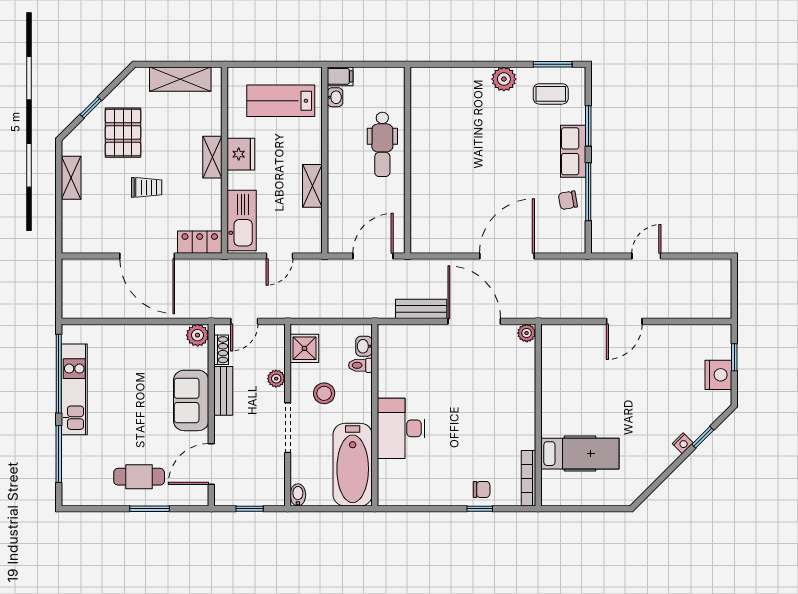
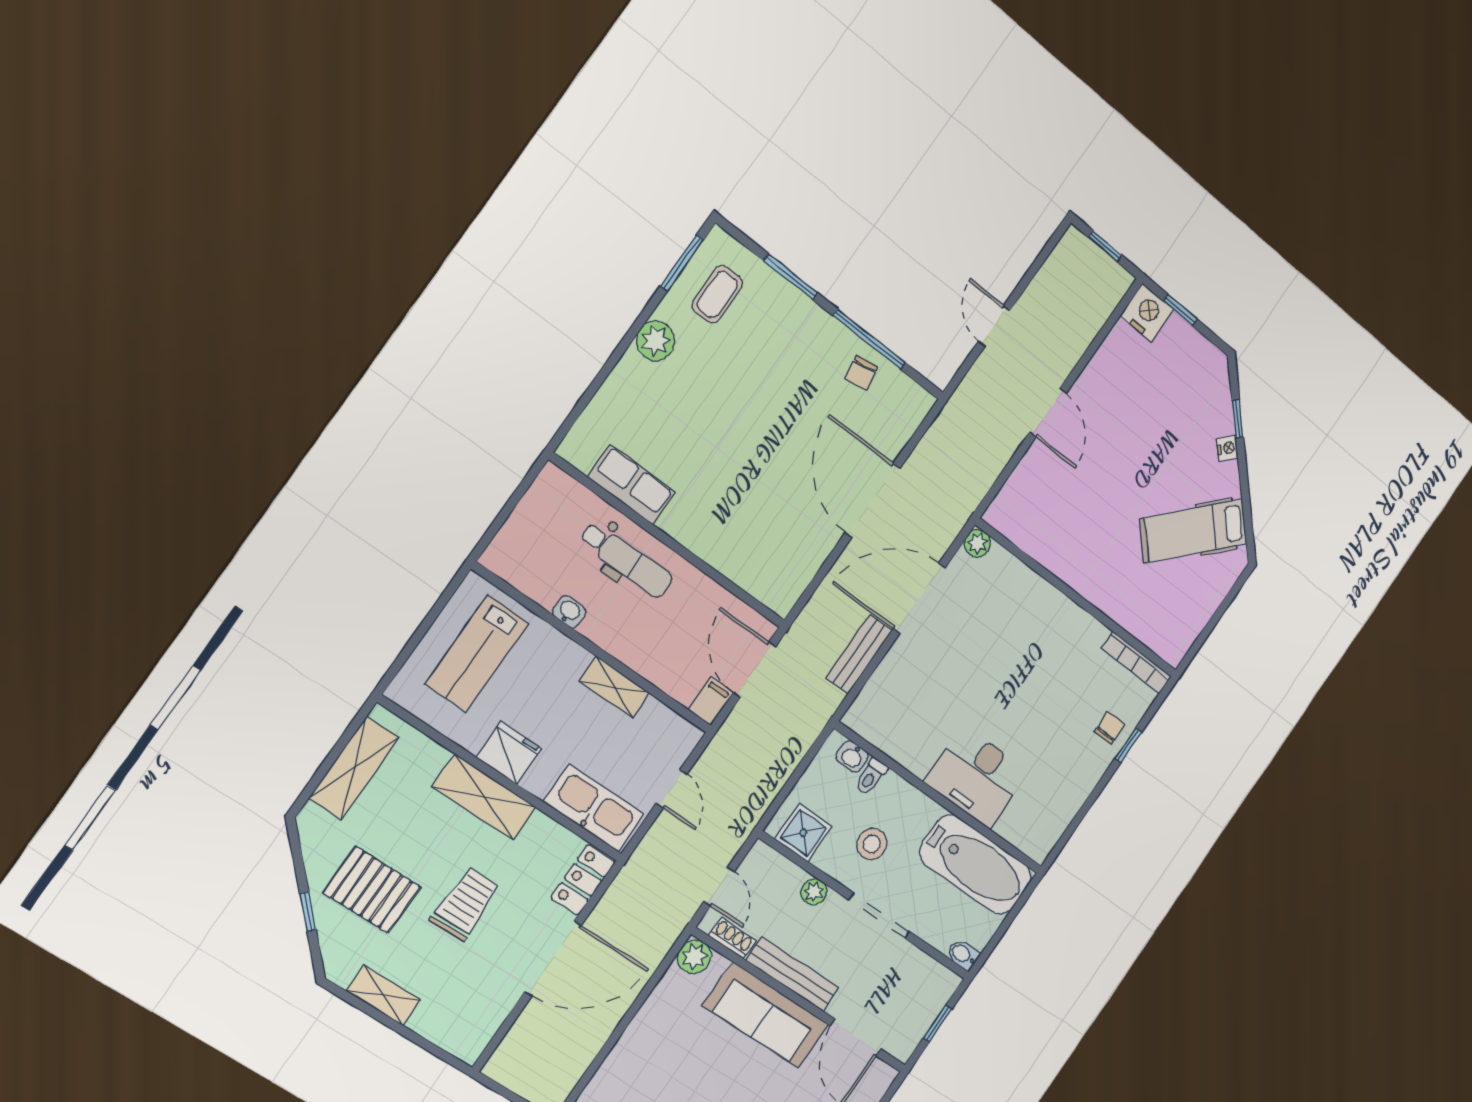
filing cabinet: (340, 76) -> (711, 701), moved
washbasin: (335, 97) -> (569, 612), moved
row of seats: (573, 151) -> (632, 485), moved, turned 180
shelving: (212, 157) -> (484, 797), width x1.50, depth x1.33
trolley: (147, 187) -> (466, 904), width x1.36, depth x1.39
window: (734, 288) -> (1105, 246), added
nightstand: (718, 375) -> (1147, 313), moved
bench: (223, 391) -> (793, 974), width x1.36
sofa: (191, 400) -> (766, 1015), width x1.36
hospital bed: (580, 454) -> (1193, 531), moved, turned -135

